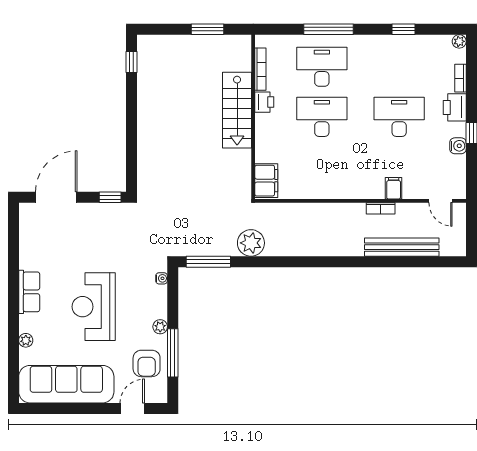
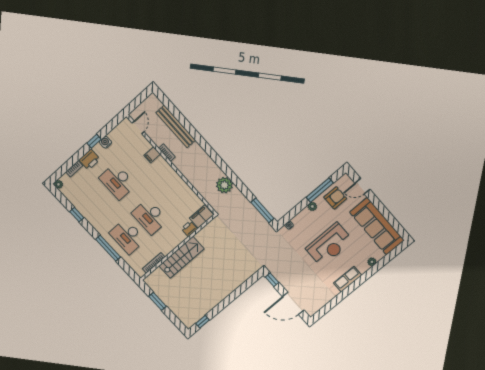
printer: (264, 102) -> (189, 229), moved
plant: (251, 243) -> (224, 185), moved

